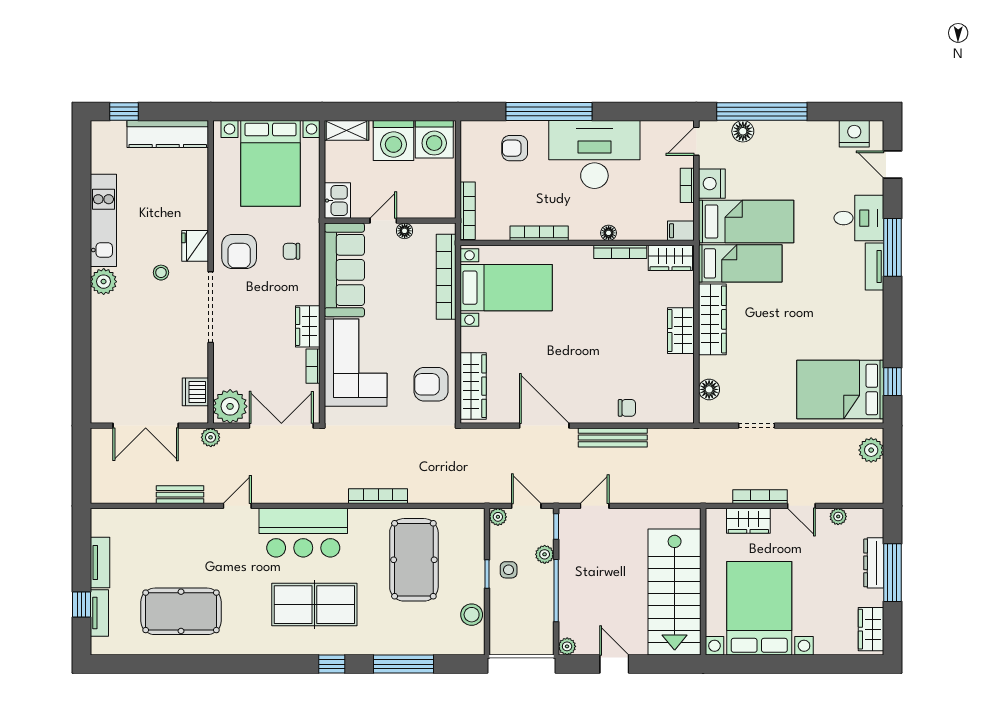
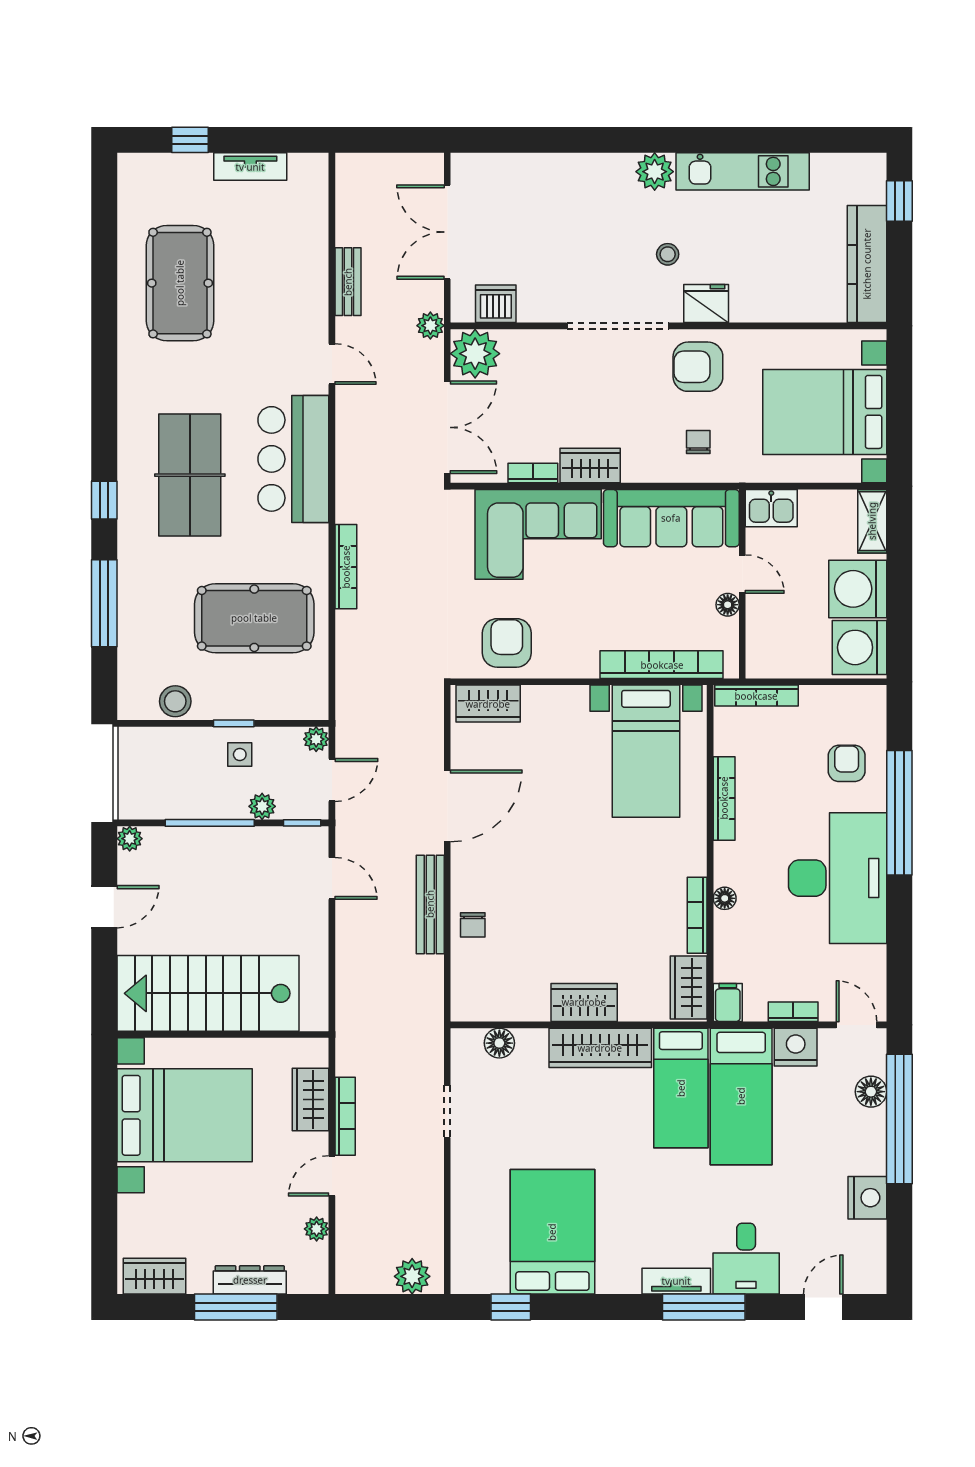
nightstand: (854, 134) -> (867, 1198), moved
wardrobe: (473, 386) -> (488, 704), width x0.67
bed: (840, 389) -> (552, 1232), moved
tv unit: (99, 613) -> (178, 166), removed

